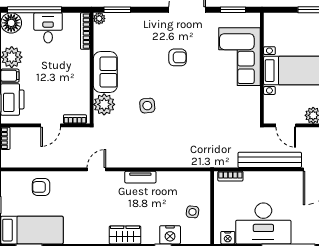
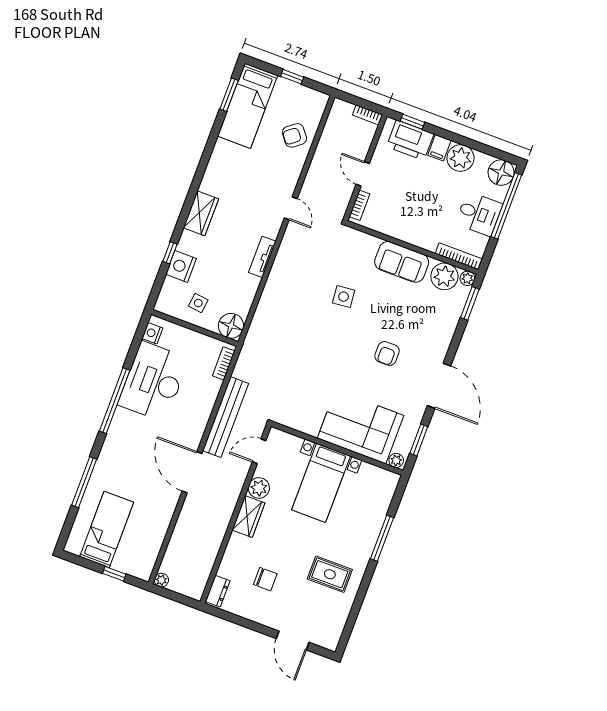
plant: (255, 21) -> (396, 460), added
plant: (104, 104) -> (444, 276), moved
floor lamp: (200, 181) -> (231, 326), added
armchair: (41, 187) -> (294, 135), turned -128

